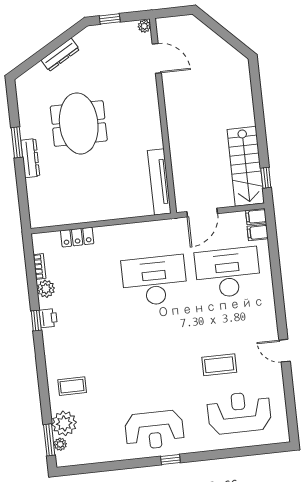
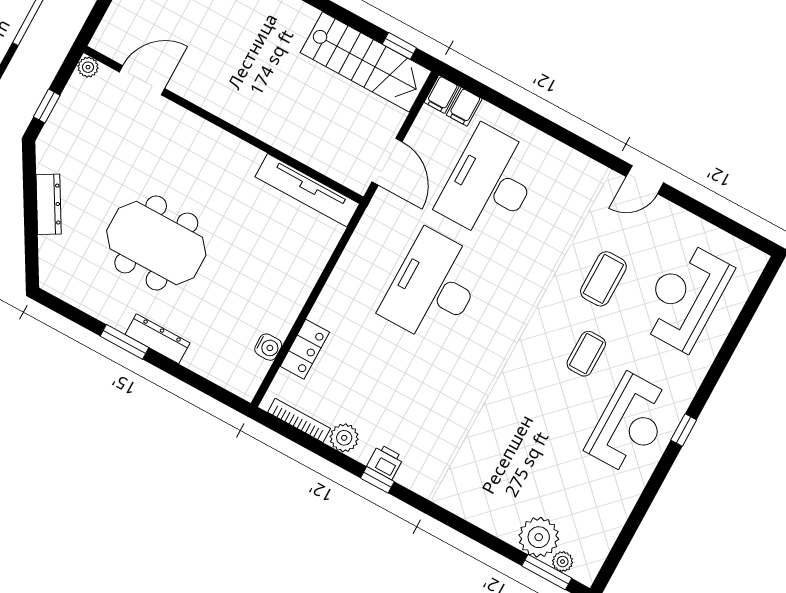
water cooler: (65, 218) -> (268, 347), added
bookcase: (40, 266) -> (299, 420), width x1.56
coffee table: (72, 386) -> (586, 354), moved

